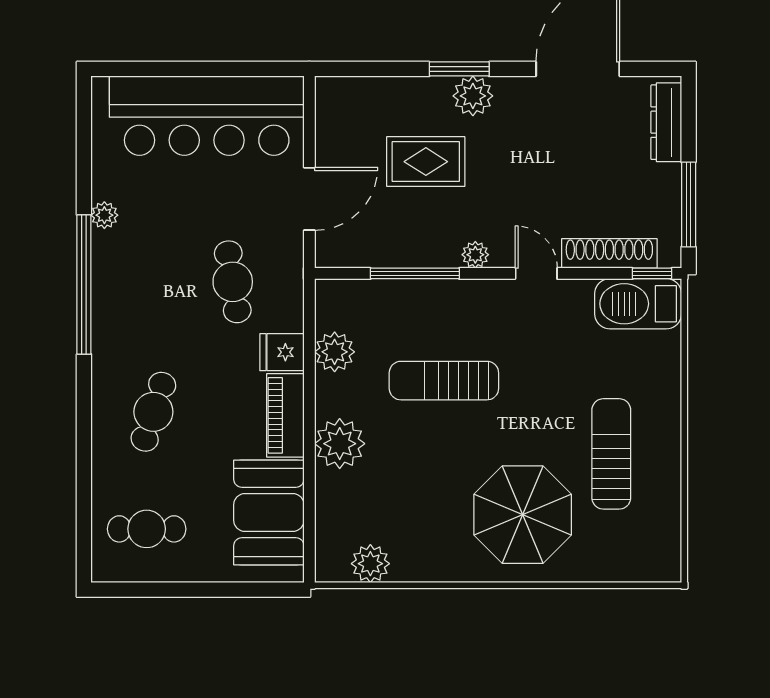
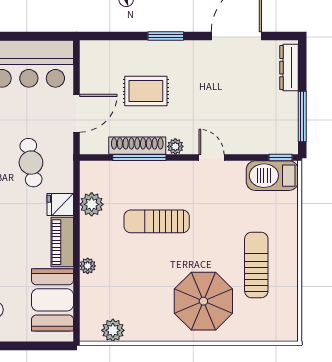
plant: (473, 96) -> (174, 52), removed
shoe rack: (609, 253) -> (137, 146), moved
plant: (340, 444) -> (88, 266), width x0.53, depth x0.53

